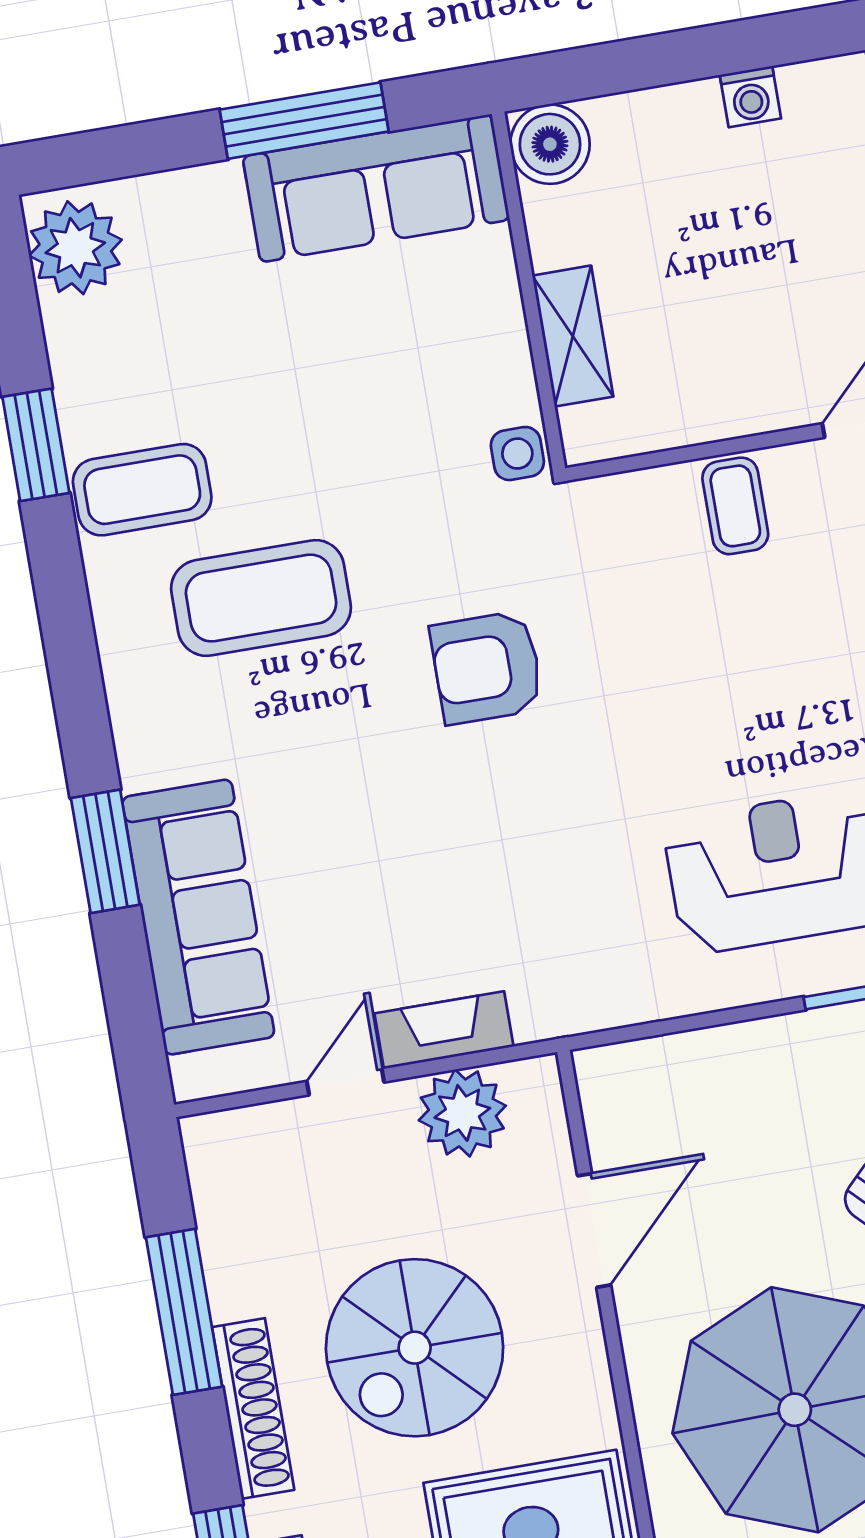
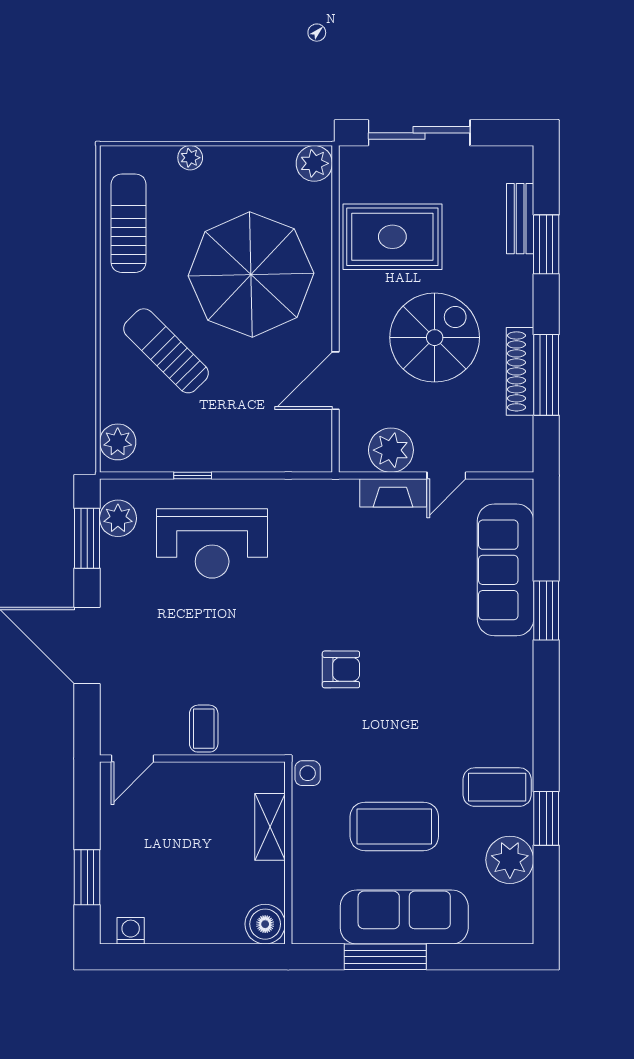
washing machine: (750, 97) -> (131, 931), moved
sofa: (376, 188) -> (404, 917), moved
plant: (75, 248) -> (510, 860), moved
coffee table: (261, 598) -> (394, 826), moved
armchair: (487, 667) -> (341, 669), width x0.72, depth x0.72
shoe rack: (253, 1408) -> (520, 371), moved

